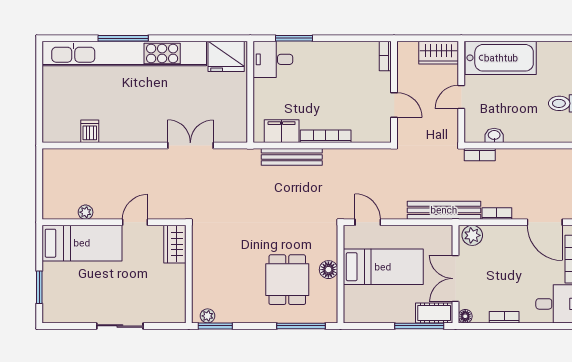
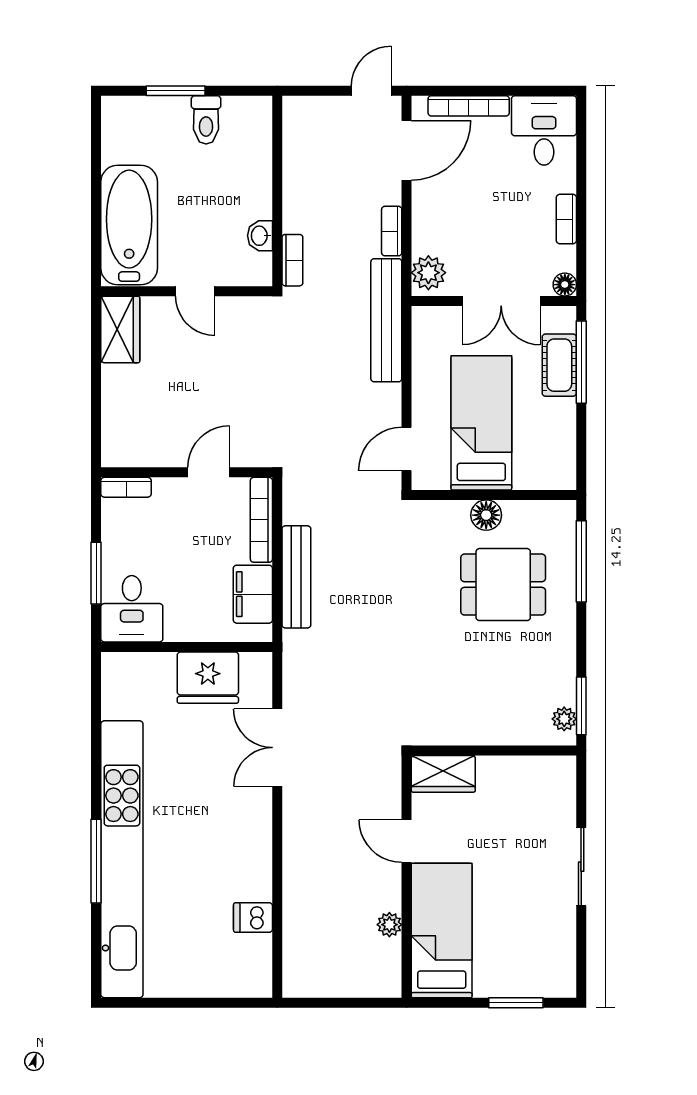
fridge: (226, 56) -> (208, 678), moved, turned 90
bookcase: (385, 56) -> (126, 487), moved
wall: (394, 92) -> (187, 472), moved
door: (394, 105) -> (209, 472), moved
cot: (434, 313) -> (559, 365), moved

